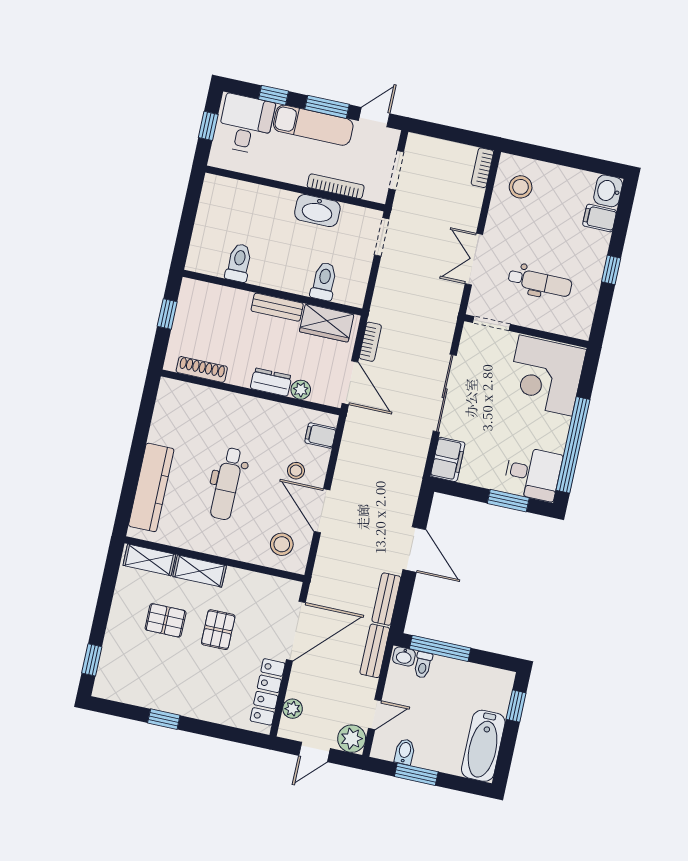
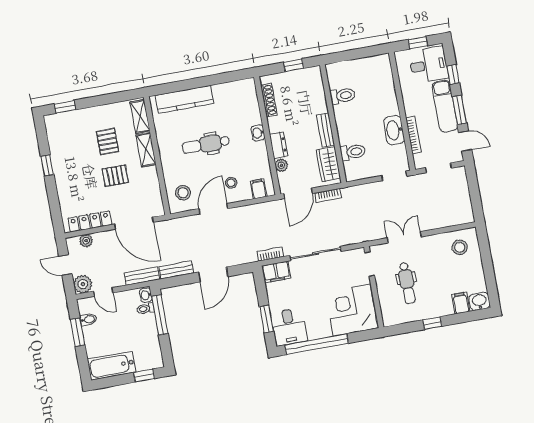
bookcase: (482, 168) -> (270, 254), moved
washbasin: (241, 404) -> (258, 133), added

